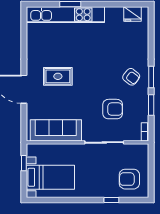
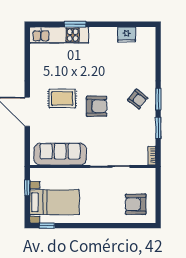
fridge: (132, 14) -> (127, 34), moved
kitchen unit: (65, 15) -> (59, 35), width x0.73
armchair: (113, 109) -> (97, 106), moved
window: (111, 200) -> (47, 226), moved

